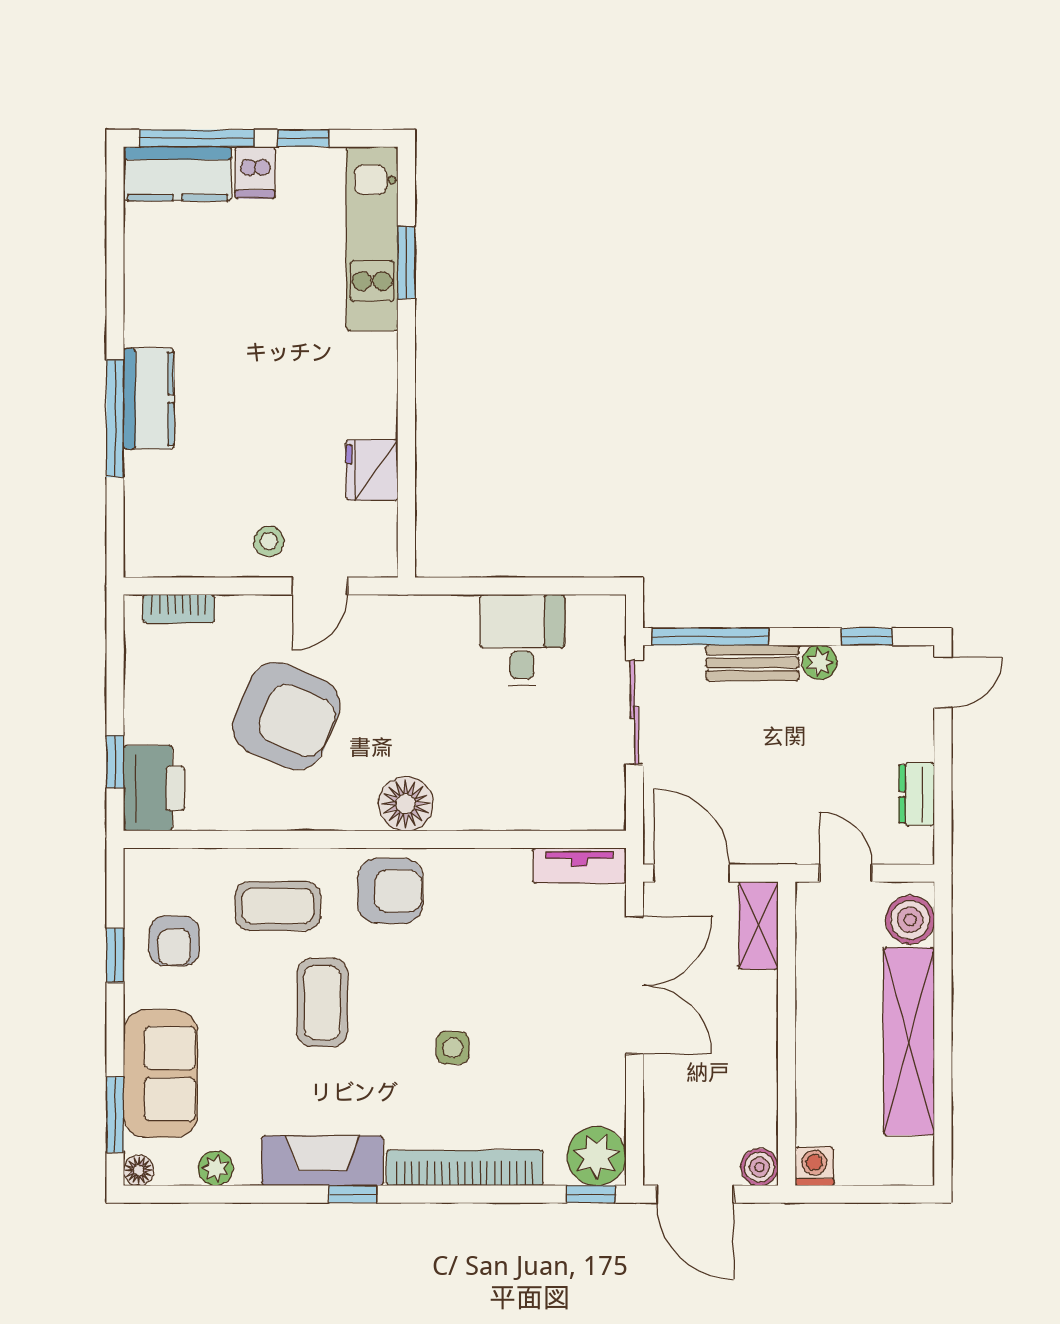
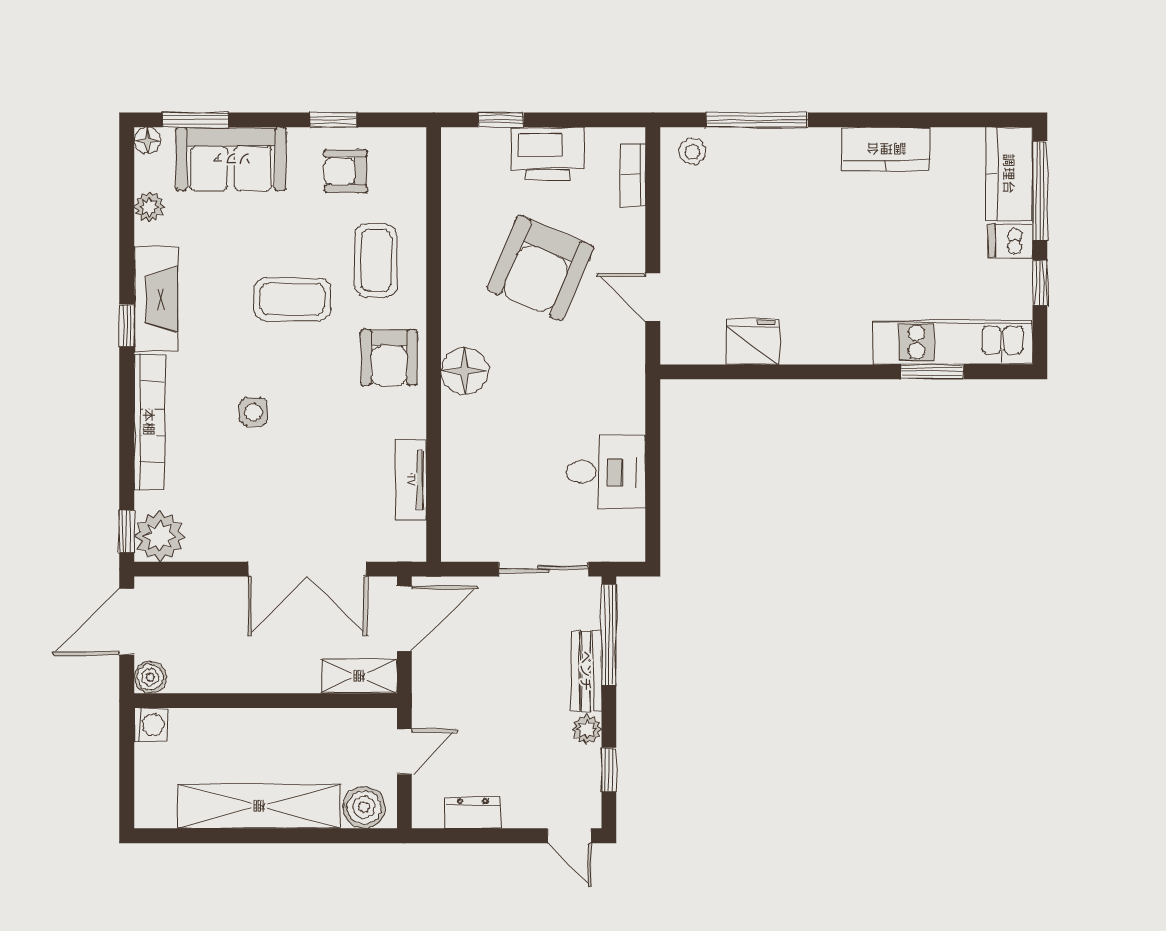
kitchen counter: (149, 399) -> (886, 149), moved
window: (115, 418) -> (757, 120), moved
stool: (269, 541) -> (692, 152), moved
printer: (154, 788) -> (547, 154), moved
tv unit: (579, 866) -> (411, 480), moved

